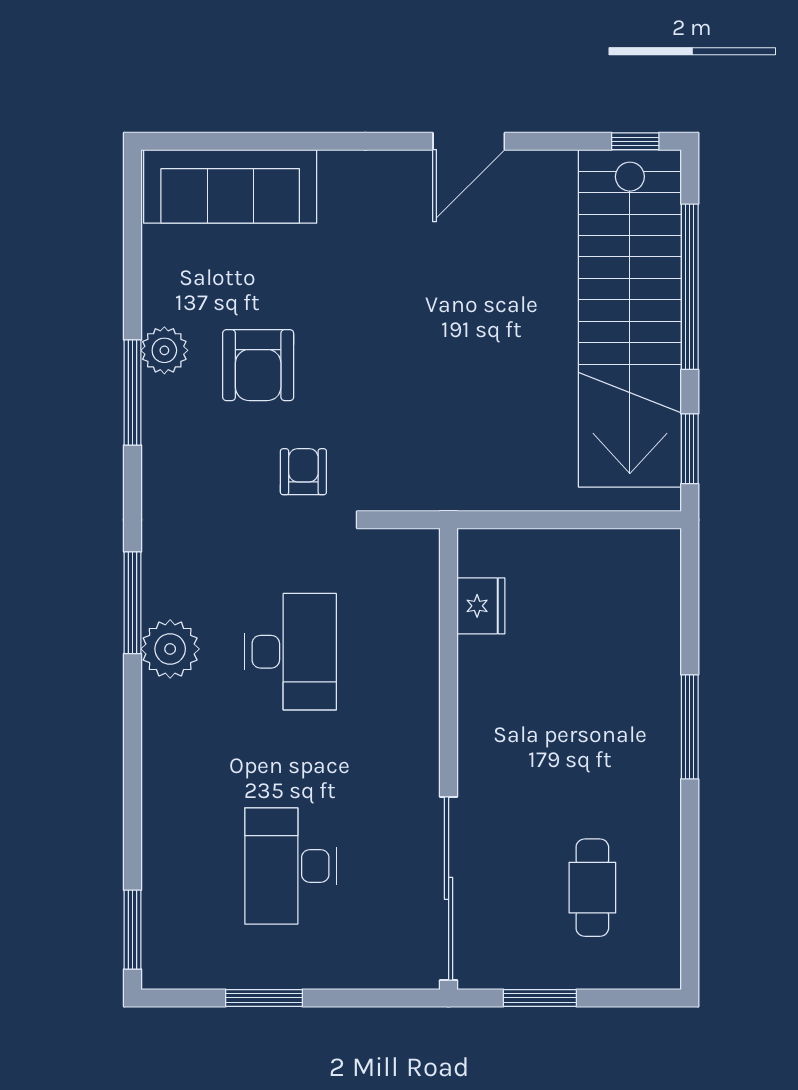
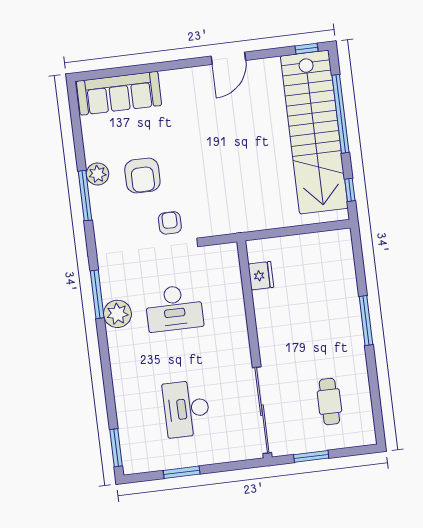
window: (690, 449) -> (350, 190), width x0.67
desk: (291, 652) -> (174, 308), turned 90

